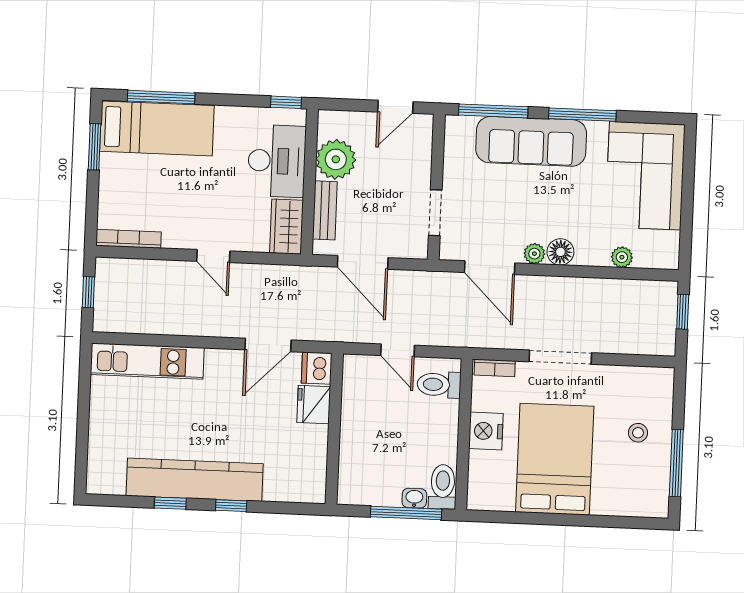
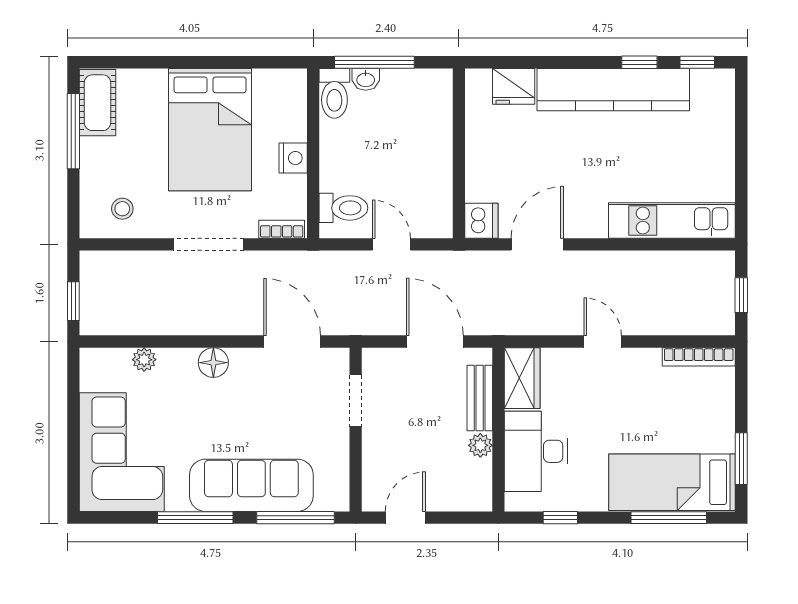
window: (286, 102) -> (560, 518), moved
plant: (336, 159) -> (480, 445), width x0.53, depth x0.53
plant: (534, 254) -> (242, 359), removed
fridge: (314, 405) -> (514, 86), moved, turned 90
nightstand: (486, 431) -> (293, 158), width x0.74, depth x0.75
stool: (638, 433) -> (122, 209), moved
cot: (654, 487) -> (98, 103), added
window: (231, 506) -> (697, 62), moved

